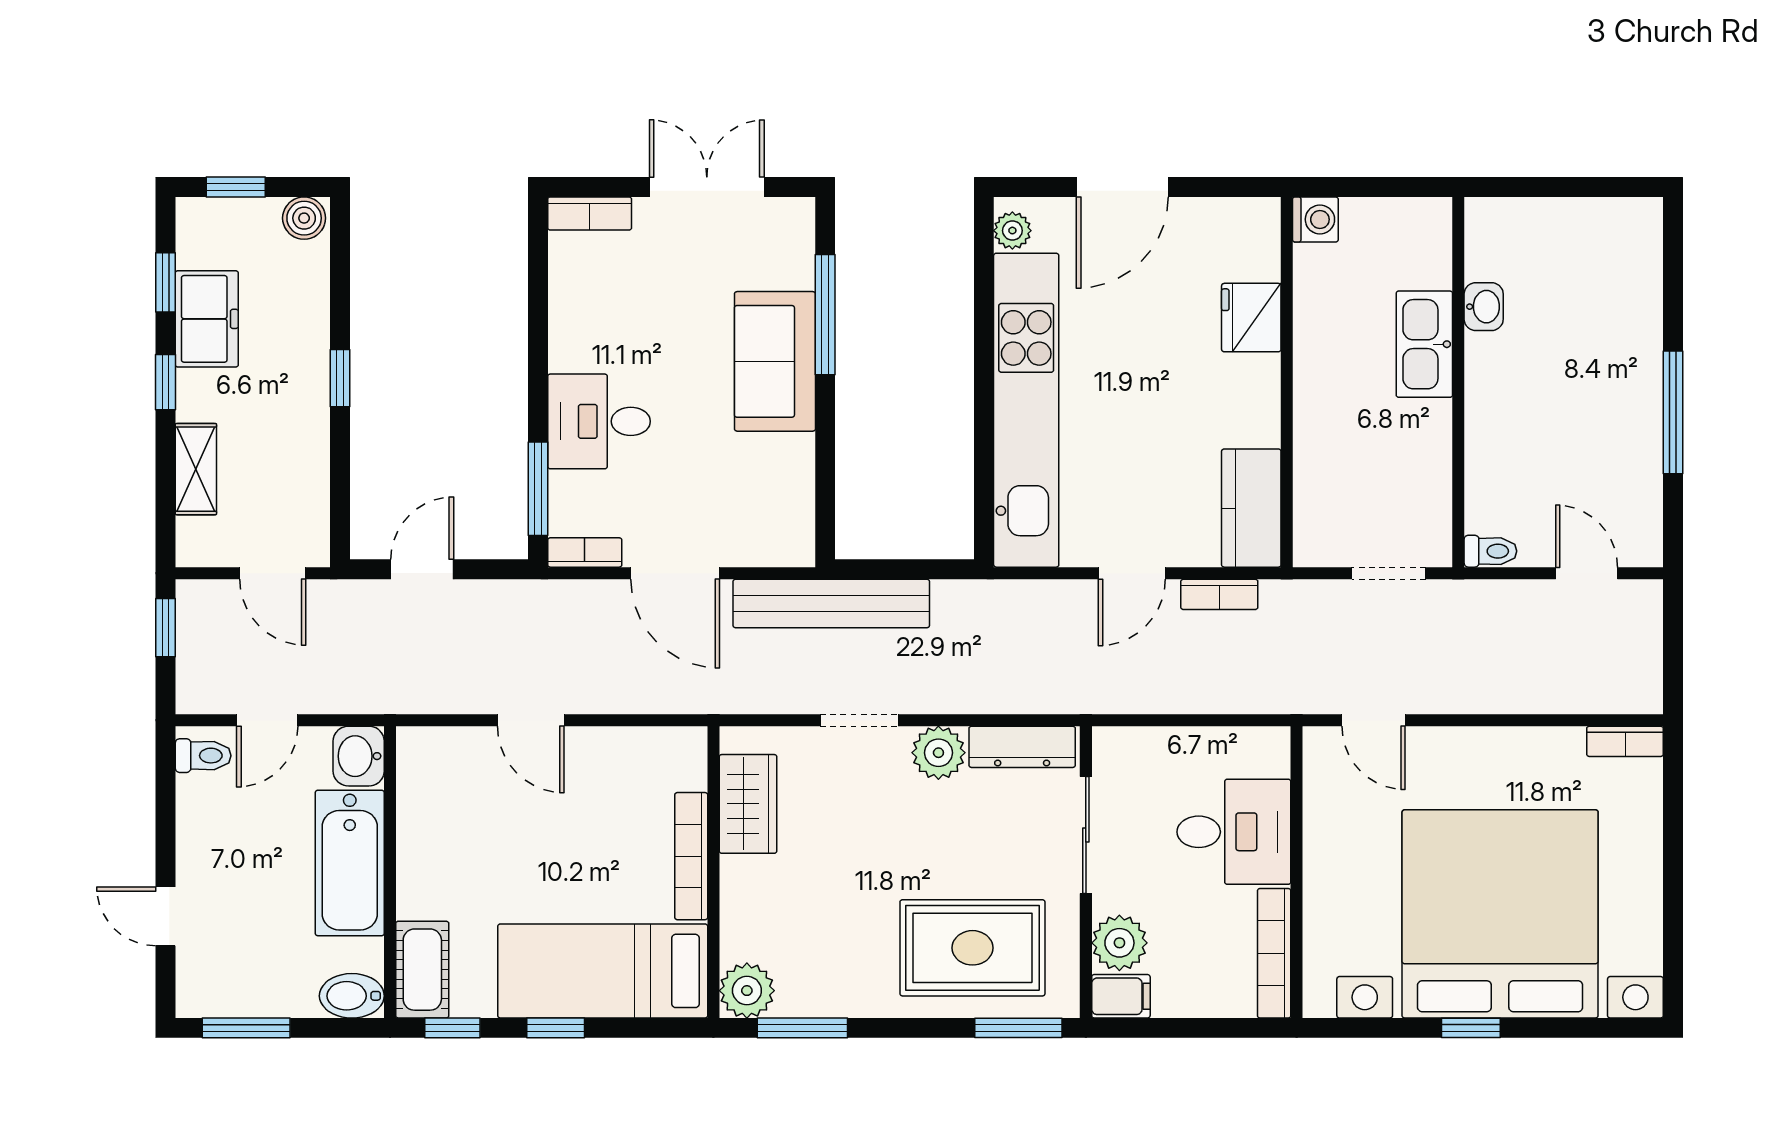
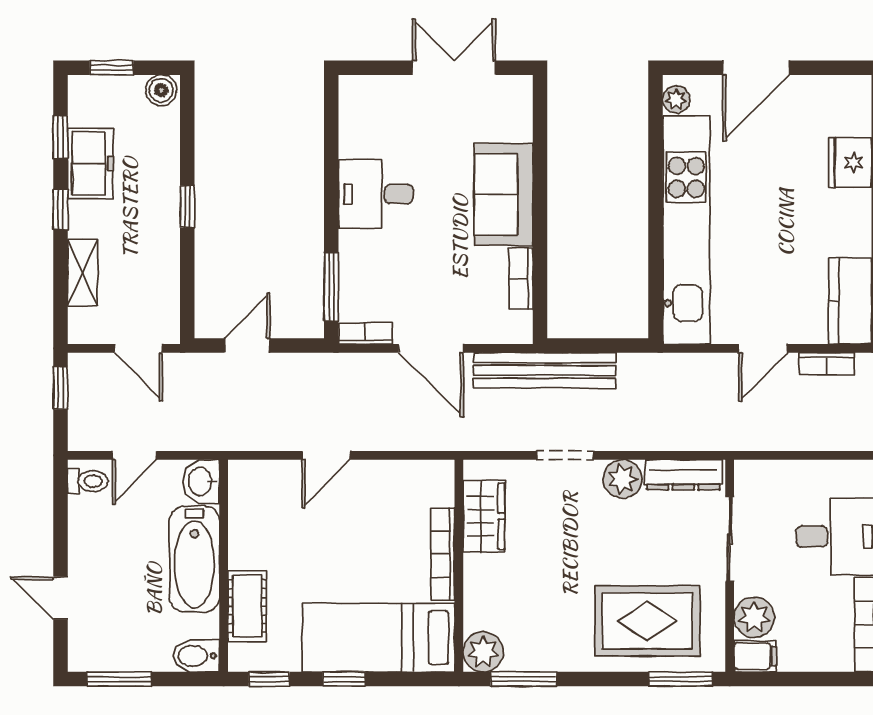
bookcase: (590, 214) -> (521, 279), moved, turned 90
window: (825, 315) -> (540, 160), removed
desk: (599, 421) -> (376, 194), moved
door: (531, 720) -> (326, 455), hinge flipped
cot: (422, 970) -> (247, 606), moved

